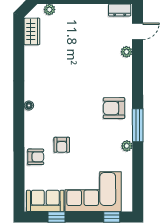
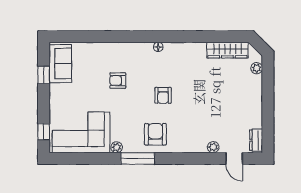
wardrobe: (32, 31) -> (227, 50), width x1.50
armchair: (36, 157) -> (163, 95), moved
corner sofa: (93, 192) -> (81, 132), moved, turned -90

